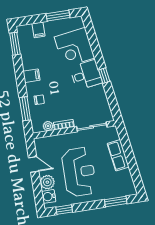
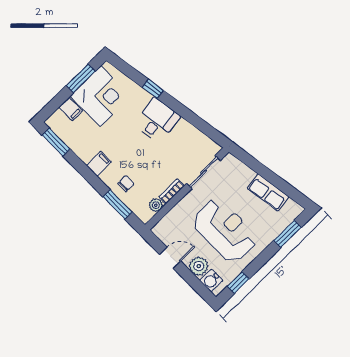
corner desk: (74, 47) -> (101, 96), moved, turned -81
window: (104, 76) -> (153, 89), moved
row of seats: (118, 155) -> (268, 192), moved

